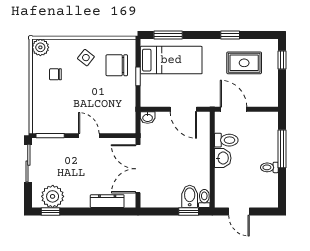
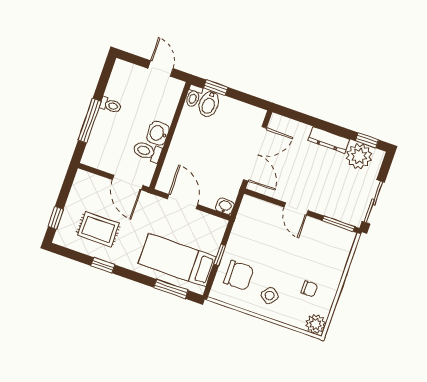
dresser: (107, 201) -> (329, 140), moved

